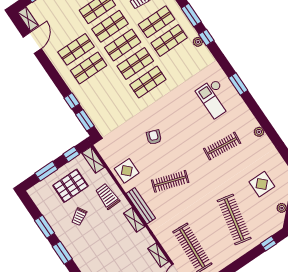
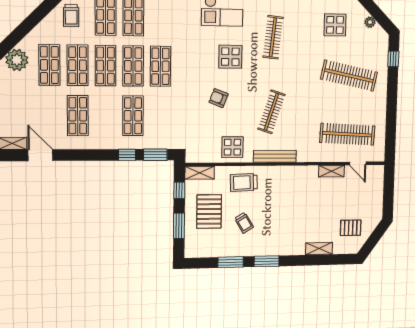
shop shelf: (89, 68) -> (133, 116), moved
display table: (188, 125) -> (230, 57), added
shelving: (134, 220) -> (284, 172), removed

